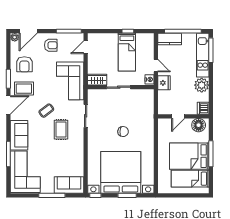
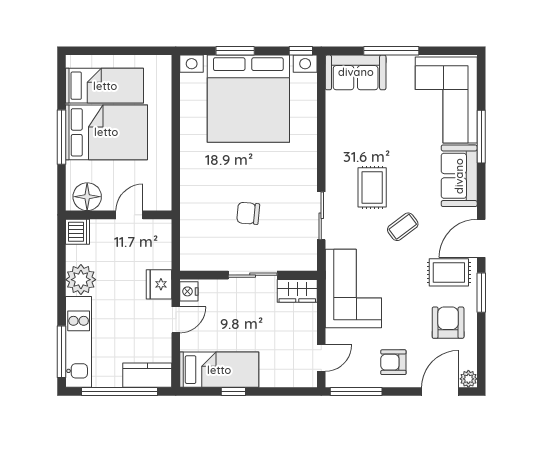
bed: (127, 52) -> (219, 370), moved, turned 90
door: (156, 66) -> (176, 320), swing flipped
chair: (123, 132) -> (248, 213), moved

